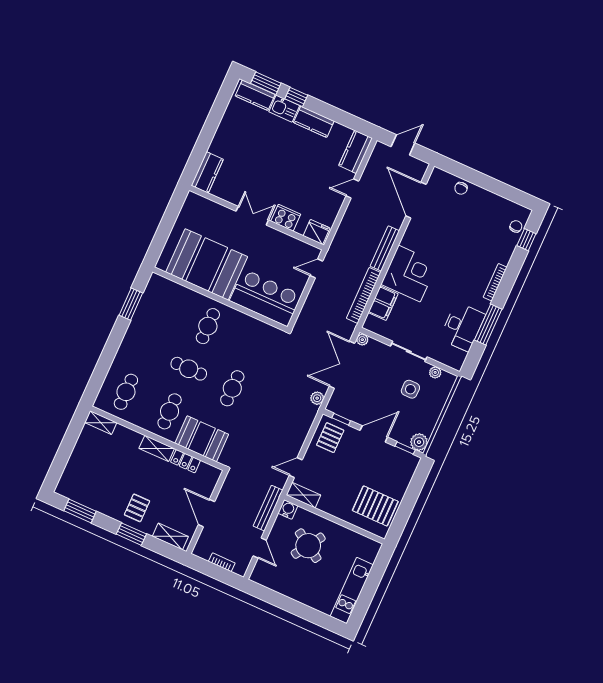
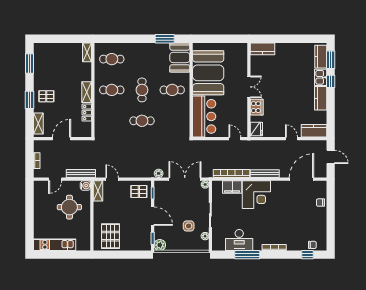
booth: (202, 439) -> (180, 57), moved
round table: (308, 546) -> (69, 207), turned -33

